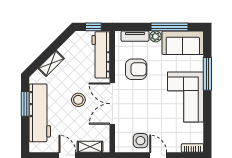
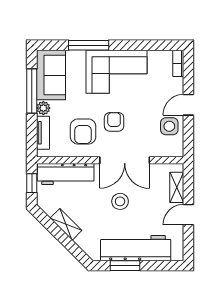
shelving: (51, 63) -> (66, 224), moved
armchair: (136, 69) -> (83, 131), turned 180
armchair: (144, 95) -> (114, 122), added

